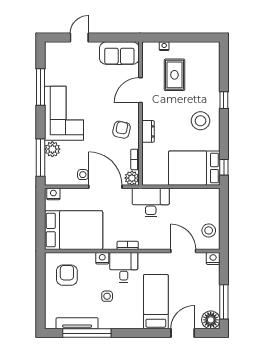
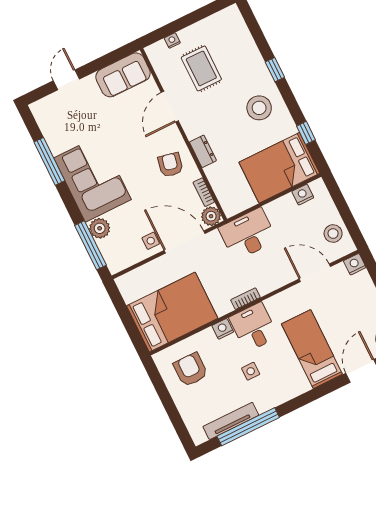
window: (224, 167) -> (306, 133), moved
nightstand: (53, 194) -> (303, 195), moved

